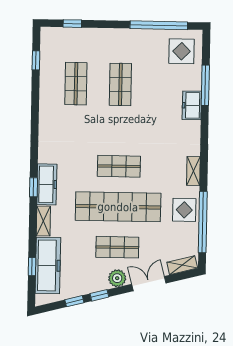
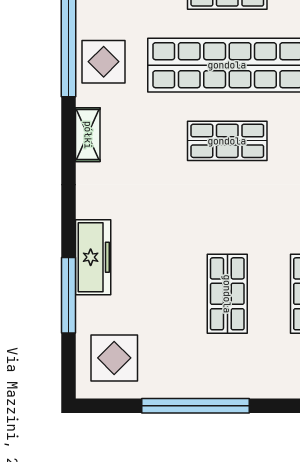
window: (159, 25) -> (196, 406), moved
freezer: (192, 105) -> (93, 257), width x1.40

